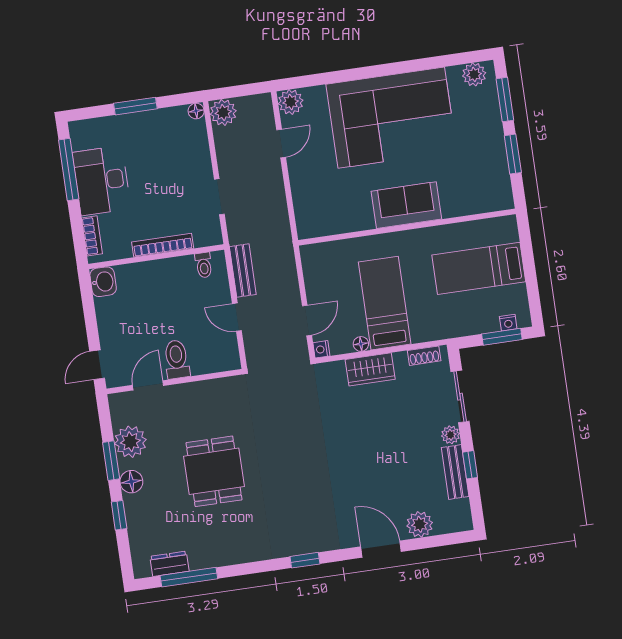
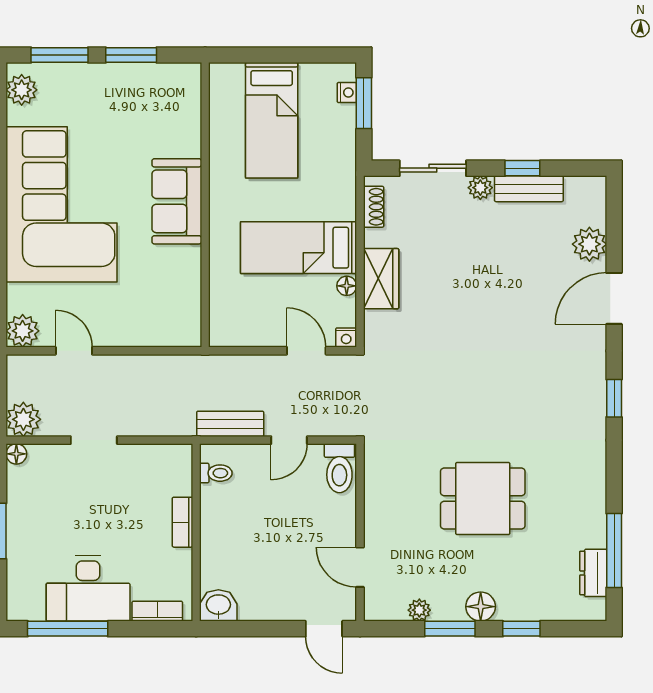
doorway: (219, 197) -> (94, 440), moved
bookcase: (163, 245) -> (183, 522), width x0.64
toilet: (177, 359) -> (339, 468), moved, turned -90
plant: (130, 442) -> (419, 610), width x0.53, depth x0.53

